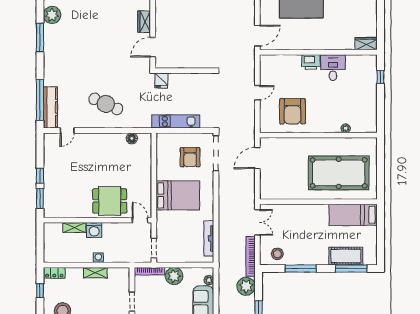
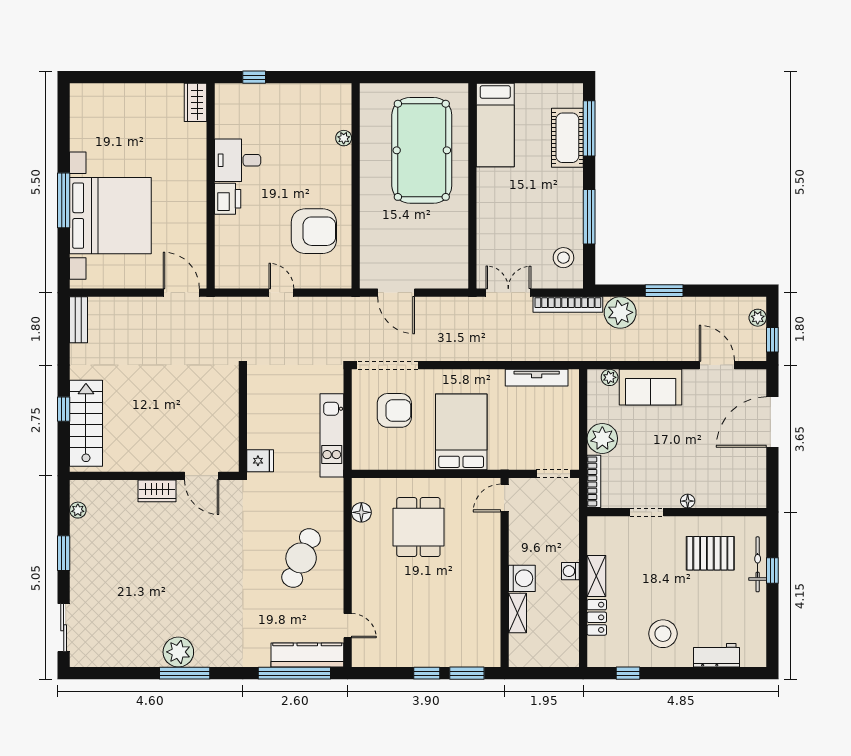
plant: (52, 15) -> (178, 652), moved
dining table: (110, 201) -> (418, 527), moved
locker: (54, 273) -> (597, 617), moved

